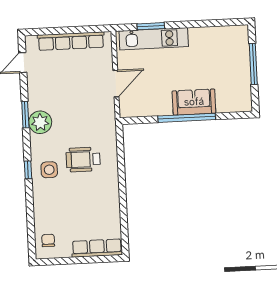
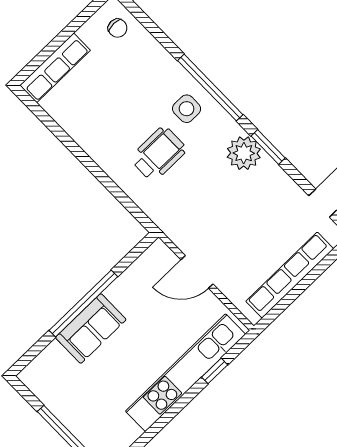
window: (151, 26) -> (215, 371), width x0.67
kitchen unit: (154, 39) -> (185, 373), width x1.36
door: (116, 84) -> (197, 272), hinge flipped
window: (28, 170) -> (210, 88), width x3.17

